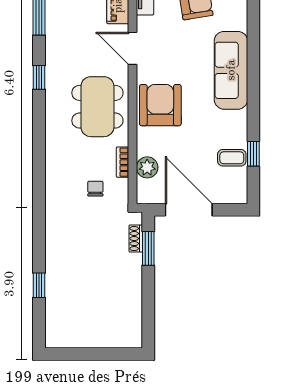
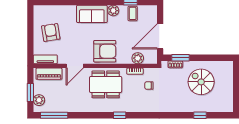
sofa: (231, 70) -> (92, 14), width x0.73
window: (39, 77) -> (120, 115), moved
armchair: (160, 105) -> (105, 51), turned 180
plant: (237, 121) -> (113, 11), added
spiral stairs: (102, 287) -> (201, 82), added

